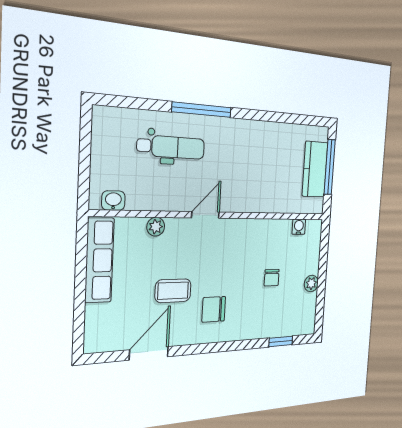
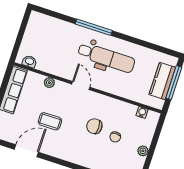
dental chair: (171, 147) -> (106, 58), moved, width x1.36, depth x1.38
door: (205, 215) -> (81, 86), hinge flipped
chair: (214, 309) -> (94, 126), moved

